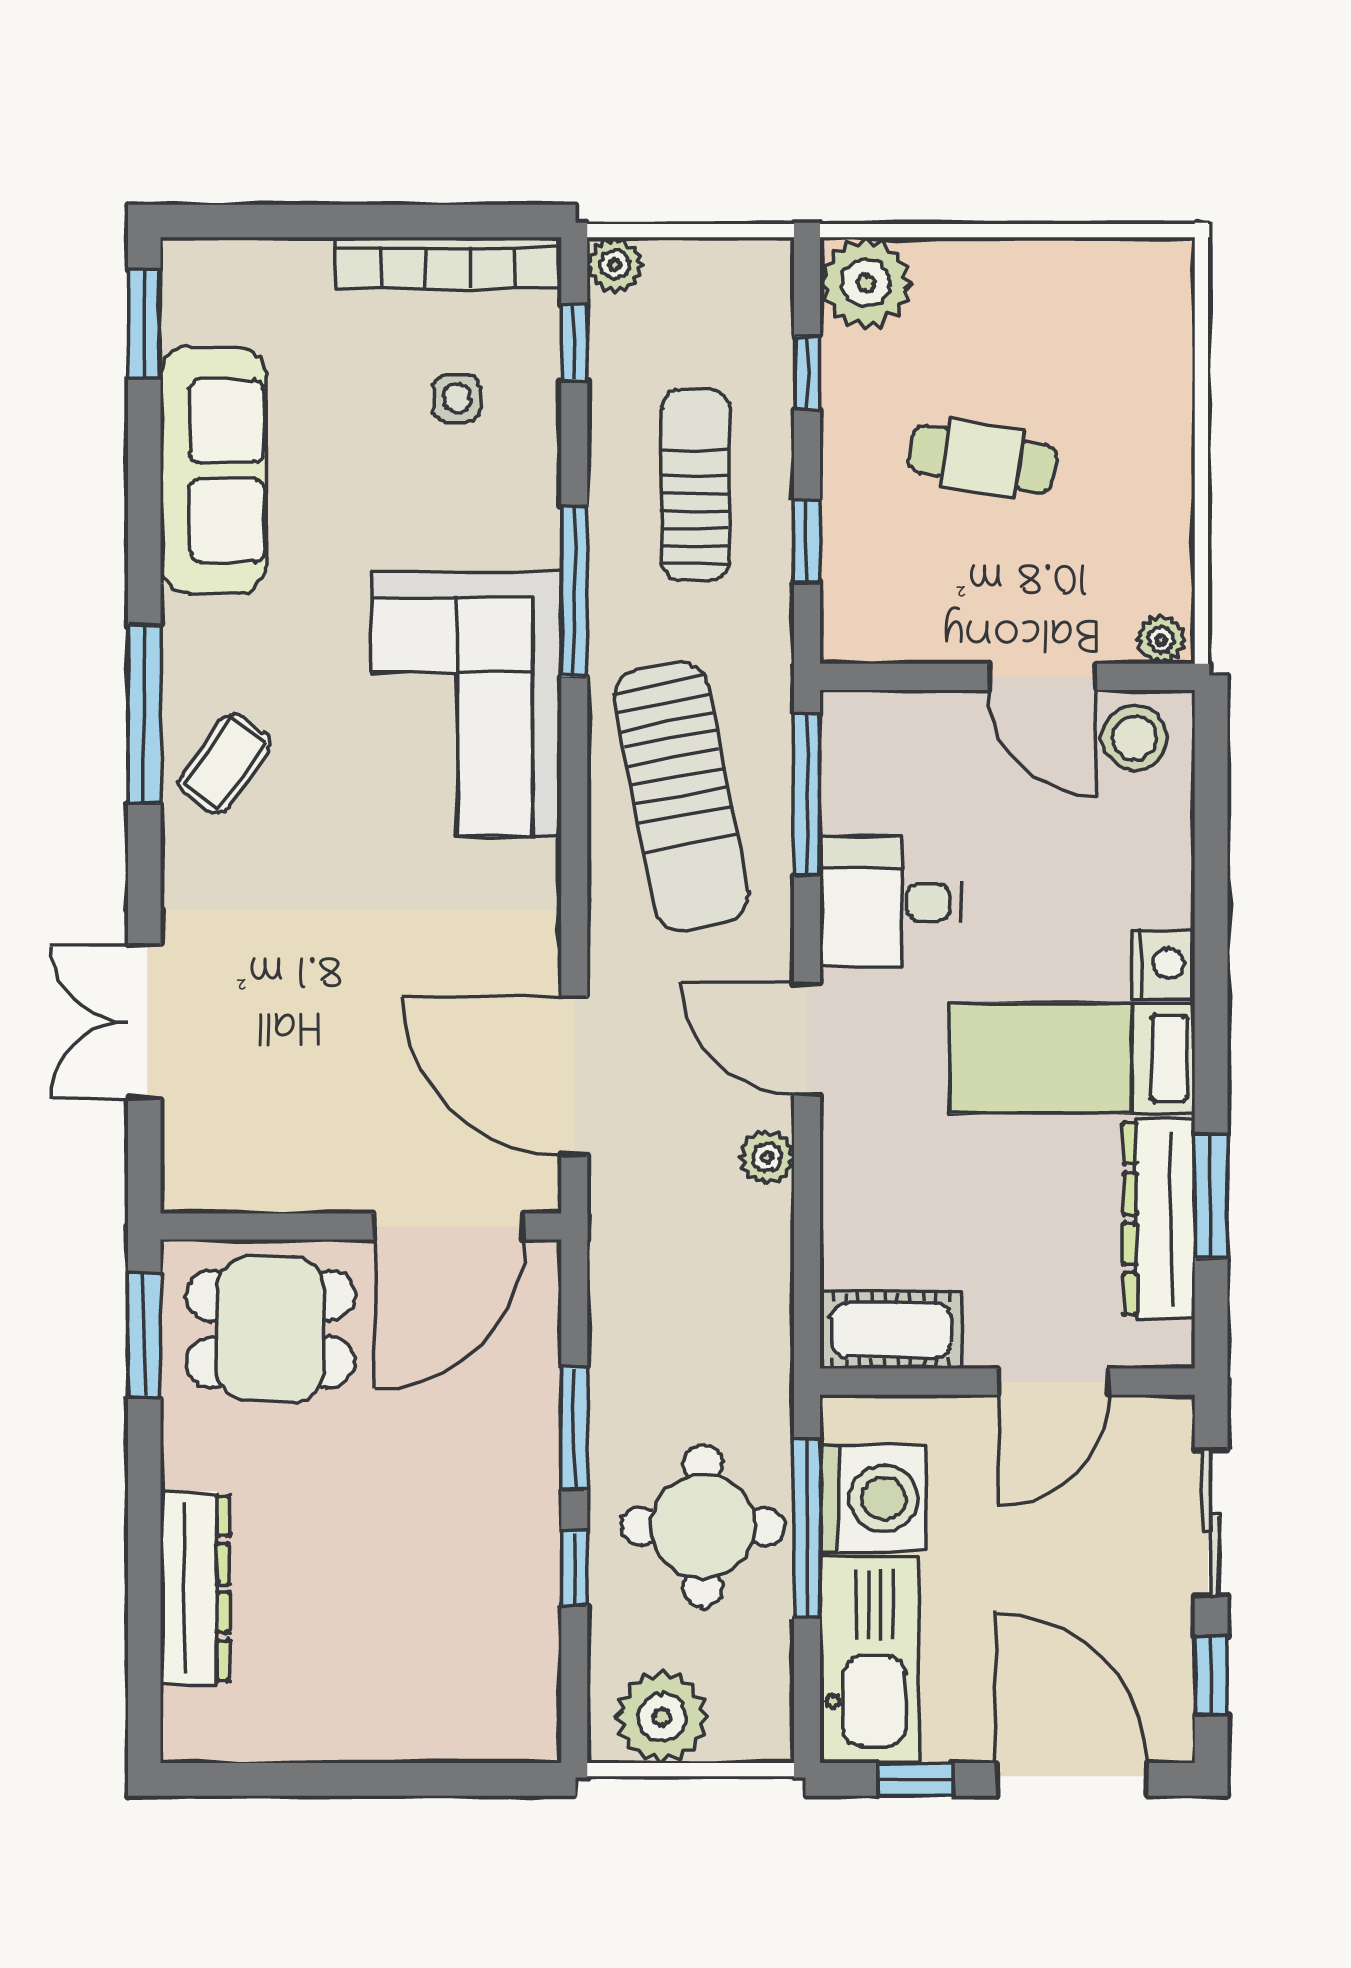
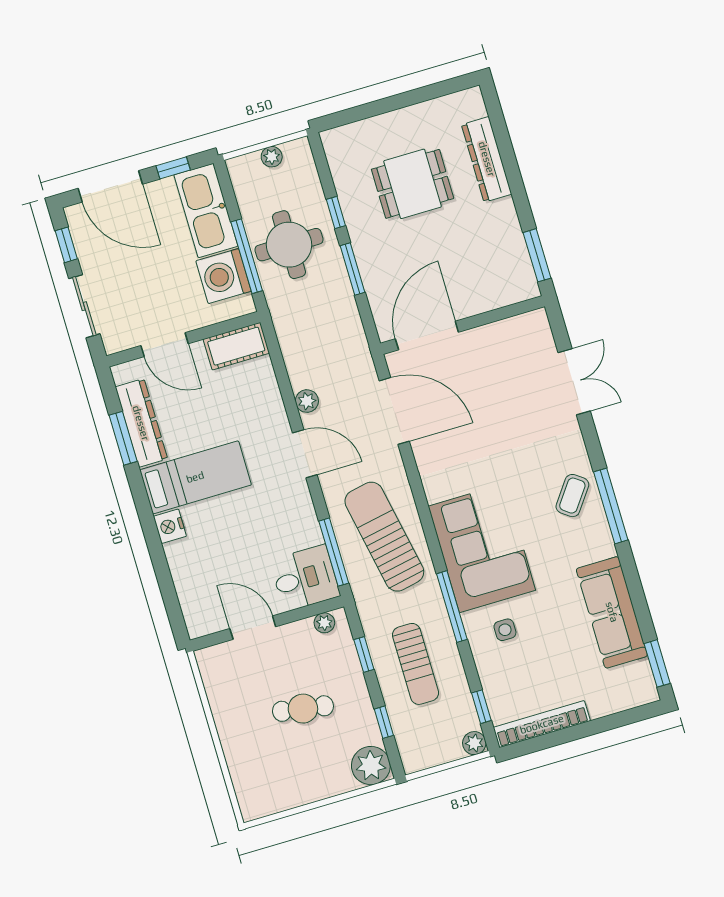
side table: (457, 398) -> (505, 630), moved
plant: (1161, 640) -> (324, 623), moved
stool: (1134, 738) -> (209, 614), removed
desk: (890, 902) -> (305, 578), moved
dining table: (270, 1329) -> (413, 184), moved
door: (1054, 1382) -> (165, 345), swing flipped
plant: (662, 1717) -> (272, 157), width x0.53, depth x0.53

